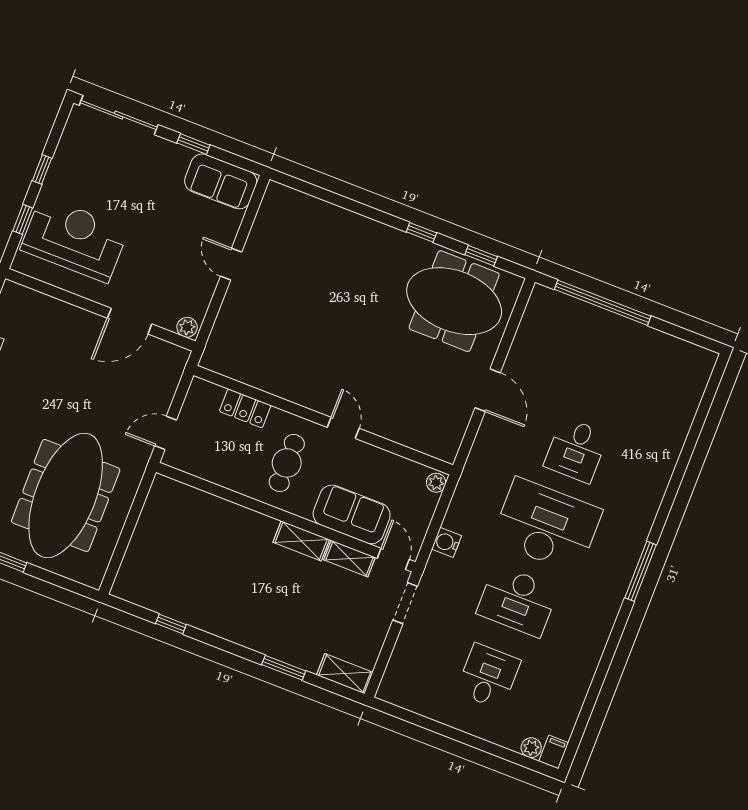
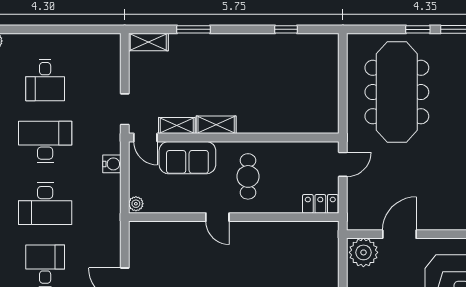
plant: (187, 327) -> (363, 252), width x1.87, depth x1.87
locker: (245, 408) -> (320, 204), moved
desk: (547, 525) -> (45, 204), width x0.73, depth x0.77

